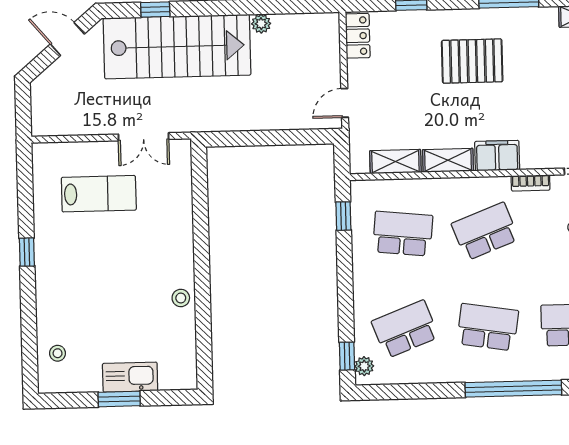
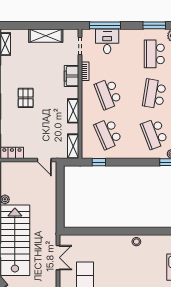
pallet: (472, 61) -> (26, 98), width x0.67, depth x0.71
filing cabinet: (497, 156) -> (72, 76), moved
shelving: (395, 162) -> (73, 146), moved
school desk: (403, 234) -> (108, 134), turned -30

